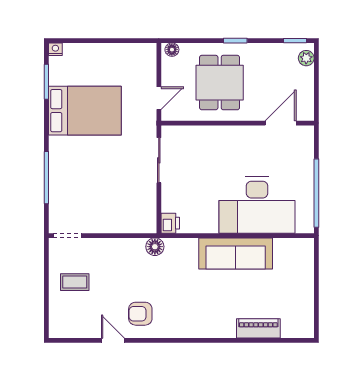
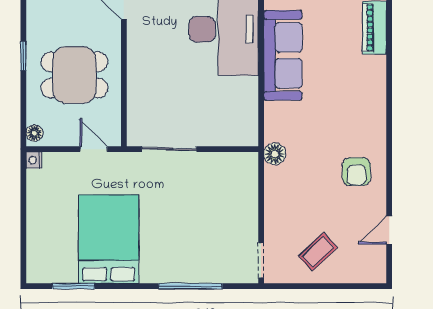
nightstand: (55, 49) -> (34, 160), moved
printer: (170, 223) -> (246, 135), removed
coffee table: (75, 282) -> (318, 252), turned 47
door: (113, 340) -> (389, 230), moved

